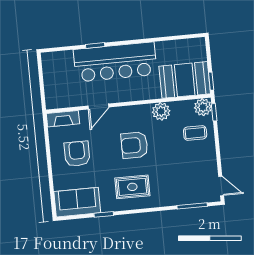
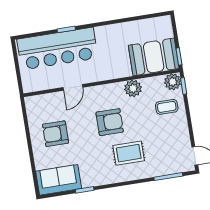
bar counter: (115, 62) -> (57, 49), moved
fireplace: (63, 119) -> (40, 101), removed
armchair: (134, 145) -> (110, 122), turned 180
armchair: (77, 154) -> (56, 134), turned -90
rug: (132, 187) -> (129, 153), moved

